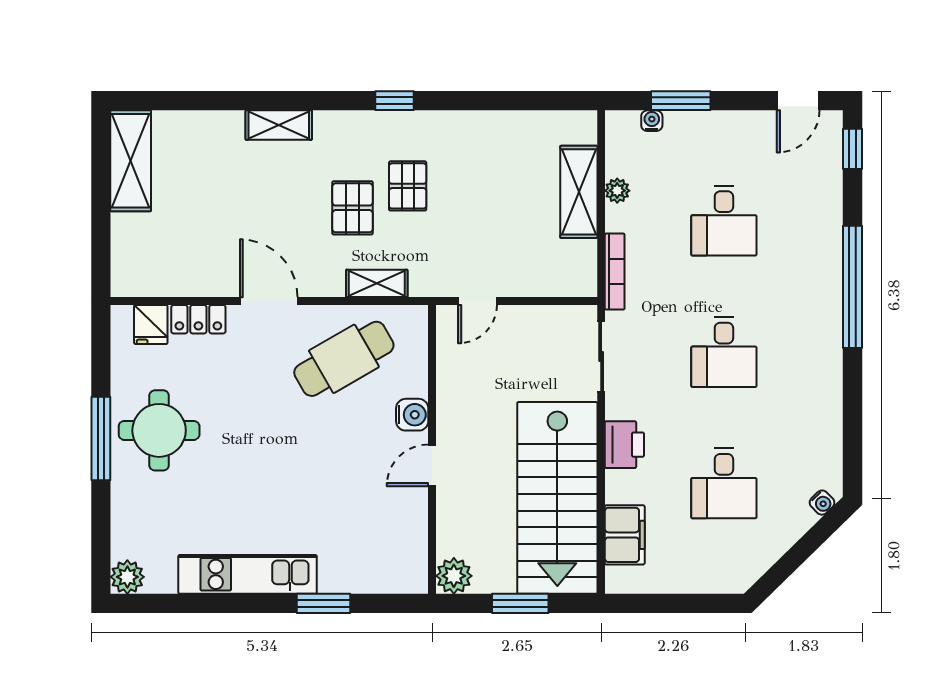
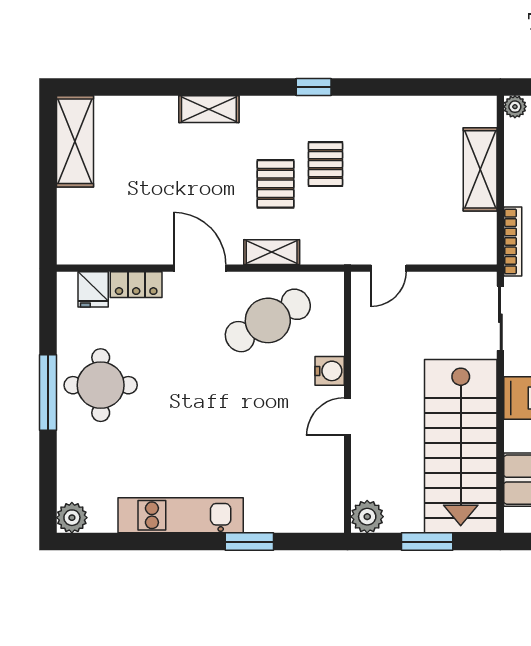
plant: (617, 191) -> (515, 107), moved
shelving: (377, 283) -> (272, 252), moved

